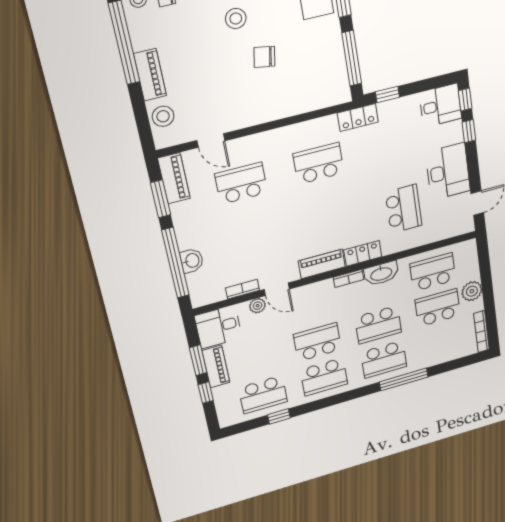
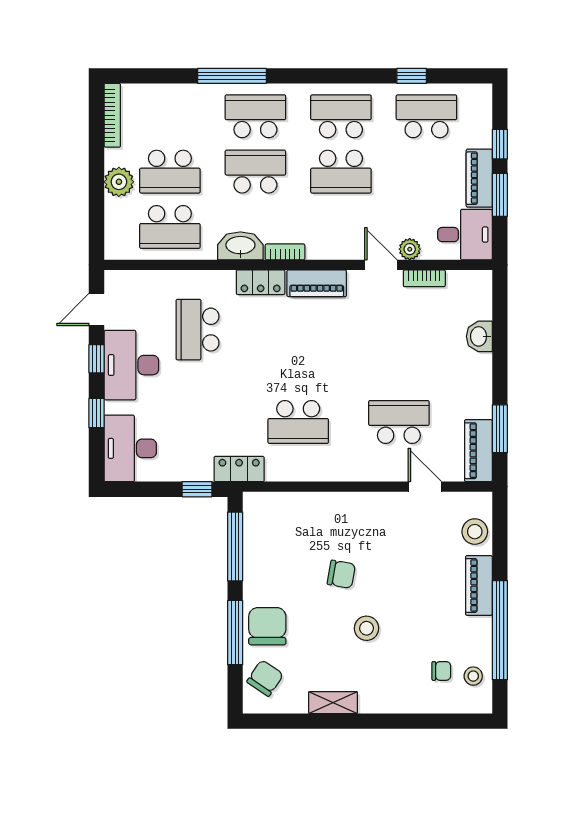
window: (465, 99) -> (97, 359), moved
desk: (440, 105) -> (130, 448), width x1.37
school desk: (241, 183) -> (399, 422), turned 180
window: (175, 263) -> (500, 339), removed

